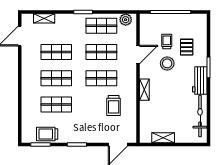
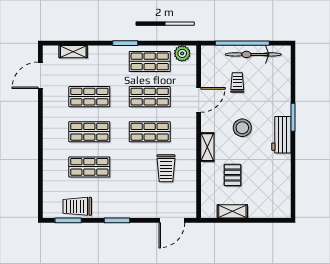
pallet: (187, 47) -> (232, 175), moved
stool: (167, 63) -> (242, 128), moved
bicycle: (200, 116) -> (253, 54), moved, turned -90

